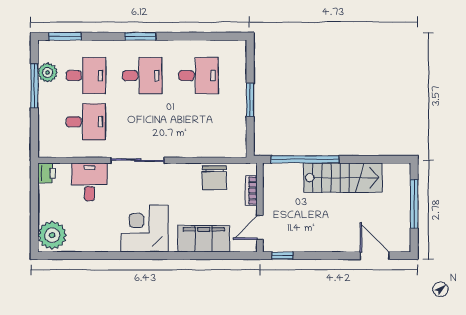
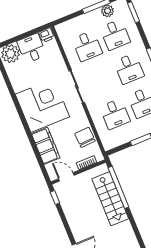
desk: (199, 122) -> (115, 114), added
chair: (214, 178) -> (85, 137), turned 87
stairs: (343, 178) -> (110, 199), moved
desk: (90, 182) -> (32, 48), moved, turned -90
corner desk: (145, 228) -> (42, 106), width x1.36, depth x1.36

